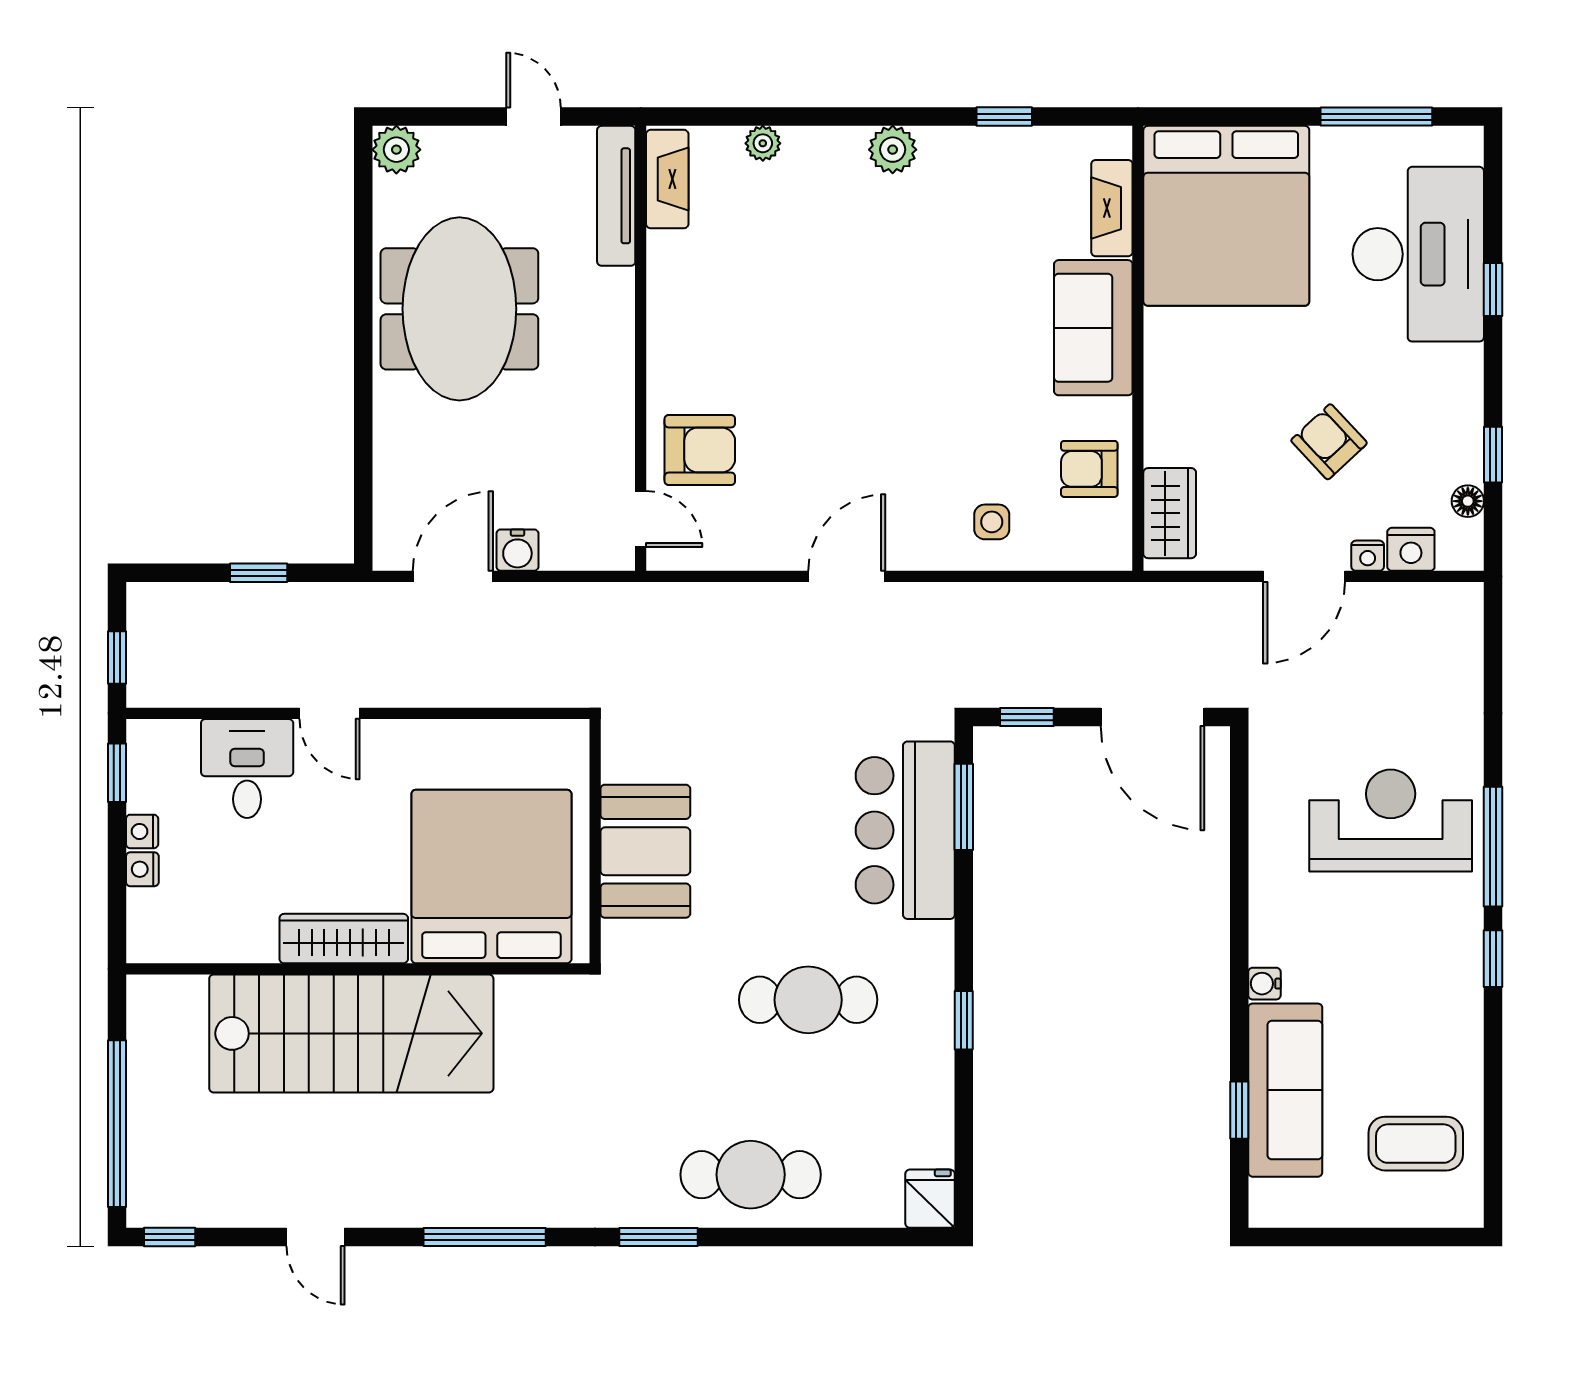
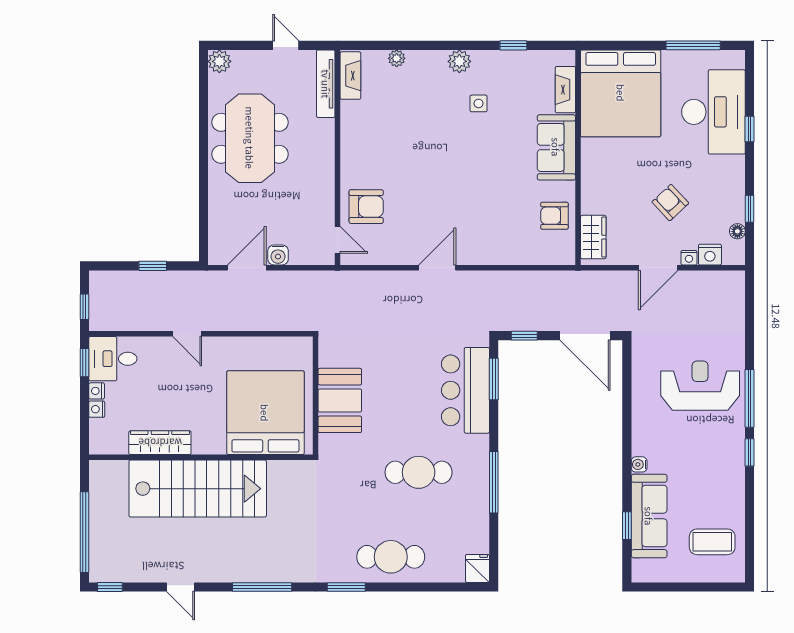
side table: (992, 522) -> (479, 103), moved
desk: (247, 768) -> (113, 359), moved, turned -90
wardrobe: (344, 939) -> (160, 443), moved
window: (964, 1020) -> (494, 482), width x2.17

